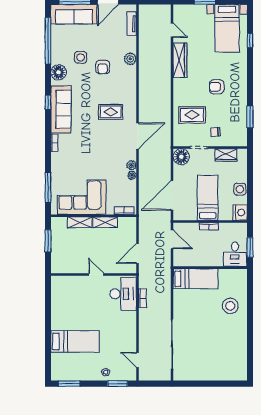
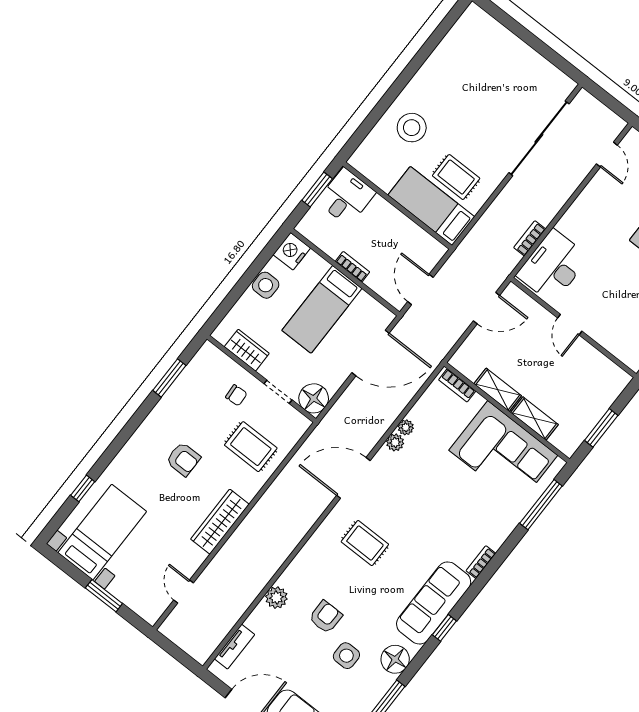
wardrobe: (180, 60) -> (220, 522), moved
rug: (195, 300) -> (456, 177), added

